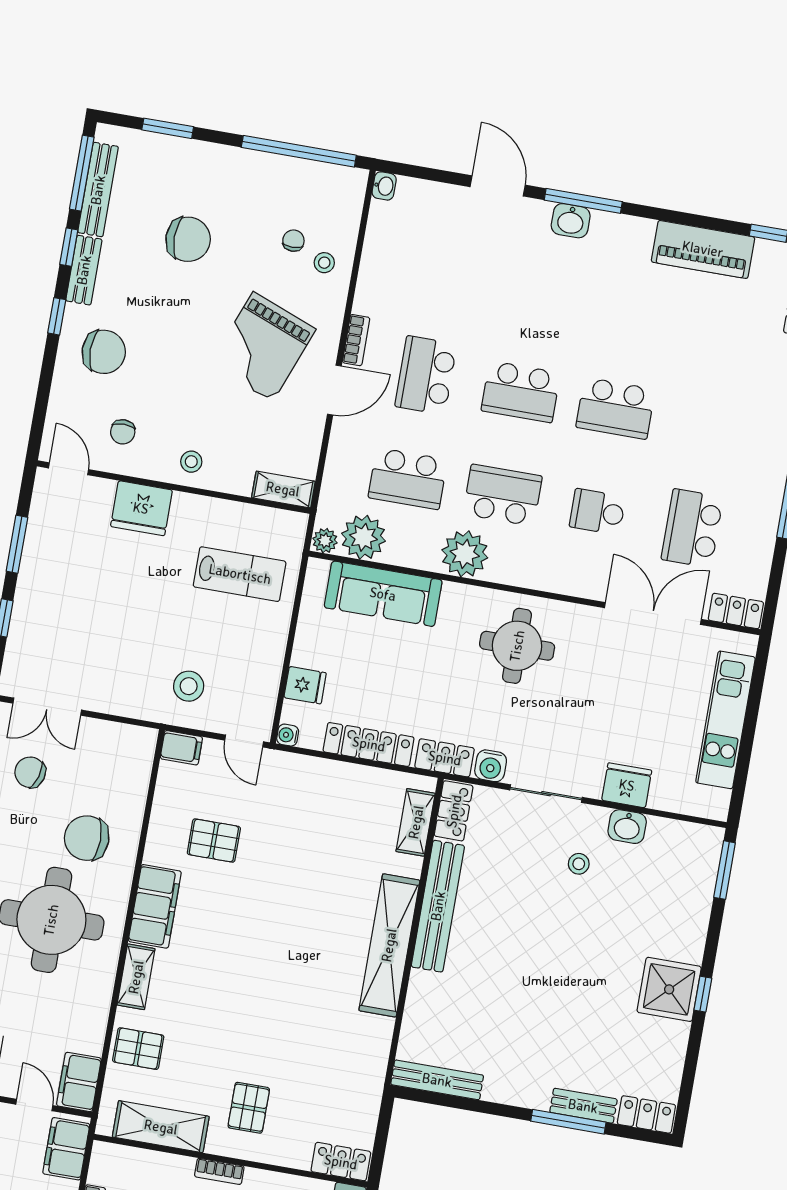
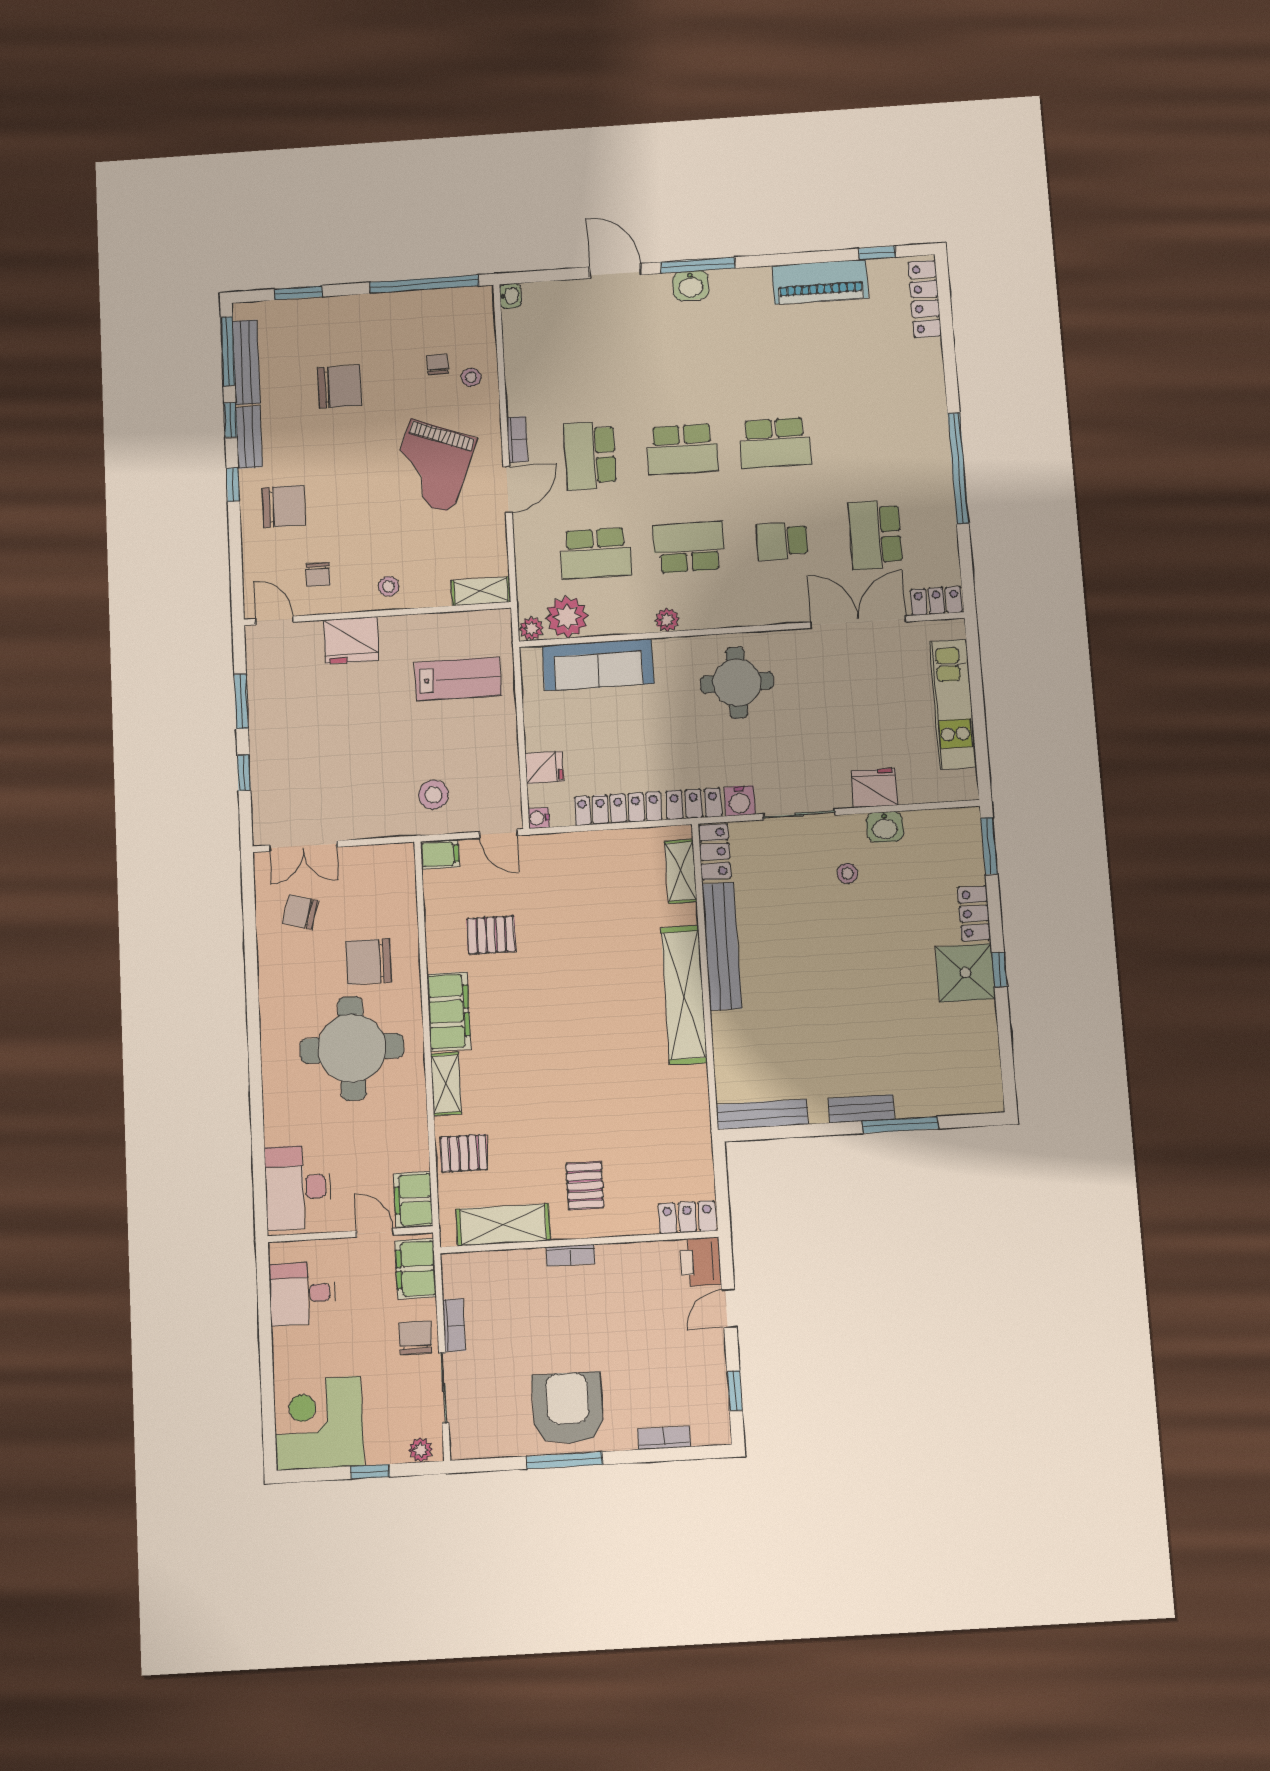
plant: (465, 554) -> (667, 620), width x0.53, depth x0.53
bench: (583, 1106) -> (861, 1109), moved
locker: (646, 1114) -> (974, 914), moved, turned -90

